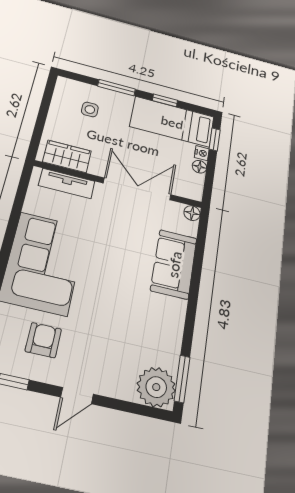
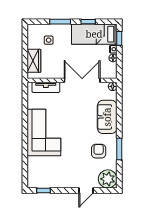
wardrobe: (67, 156) -> (34, 61), moved, turned 90
armchair: (43, 340) -> (99, 151), moved
window: (182, 379) -> (119, 149), moved
door: (77, 396) -> (86, 190), moved

